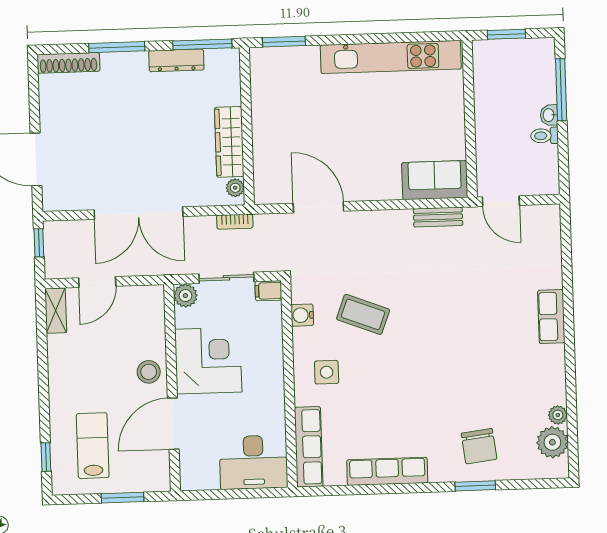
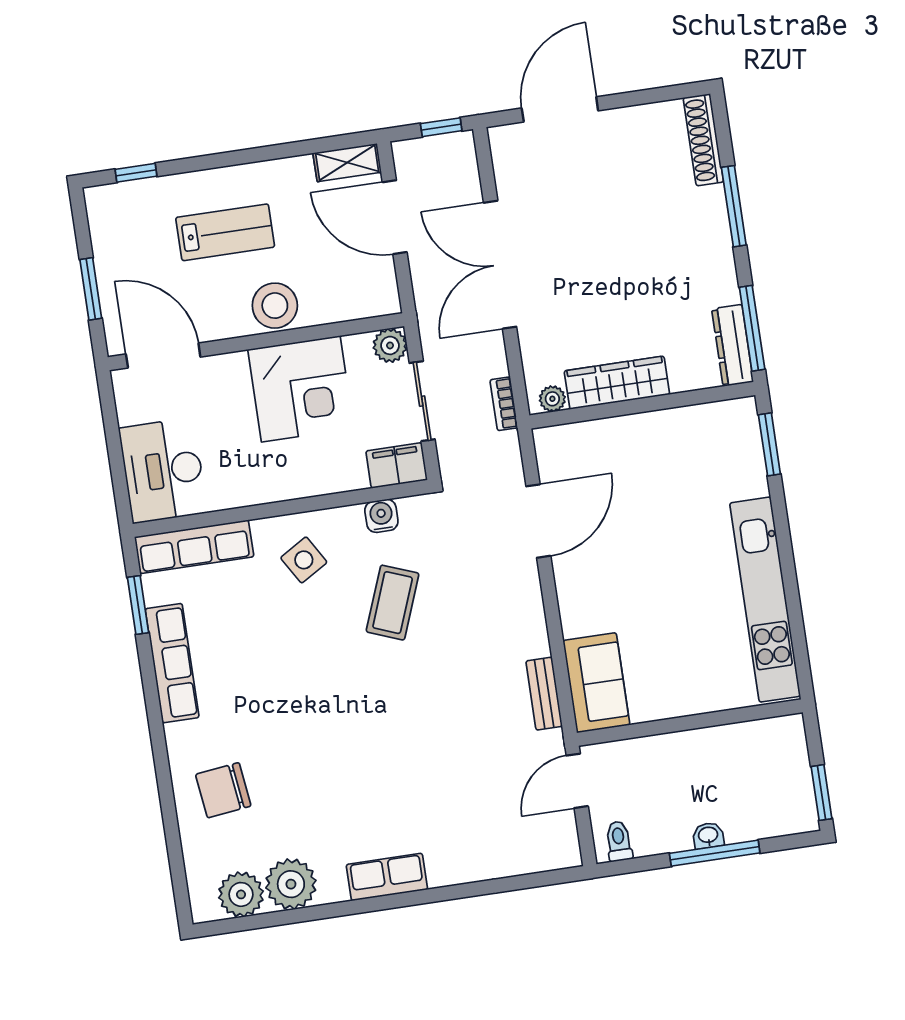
window: (506, 34) -> (821, 793), moved
dresser: (176, 60) -> (733, 345), moved
window: (561, 90) -> (715, 853), moved
toilet: (545, 136) -> (619, 841), moved
door: (97, 282) -> (395, 217), width x1.36
filing cabinet: (268, 291) -> (397, 465), width x2.00
row of seats: (551, 317) -> (387, 877), moved
stool: (149, 372) -> (275, 306), width x1.38, depth x1.38
side table: (327, 372) -> (304, 560), turned -31
plant: (558, 415) -> (291, 884), width x1.88, depth x1.88
door: (173, 424) -> (163, 356), moved
lab bench: (93, 446) -> (225, 232), moved
window: (475, 486) -> (138, 605), moved

